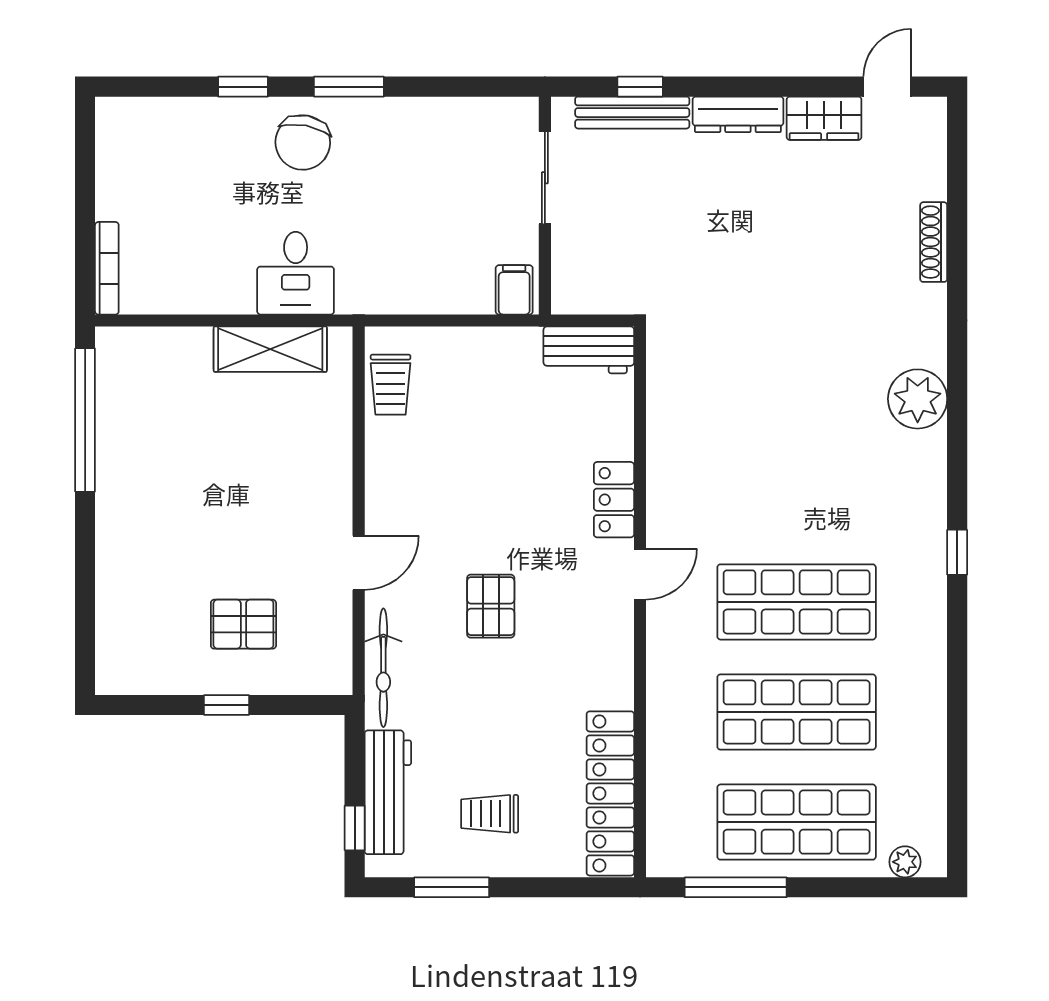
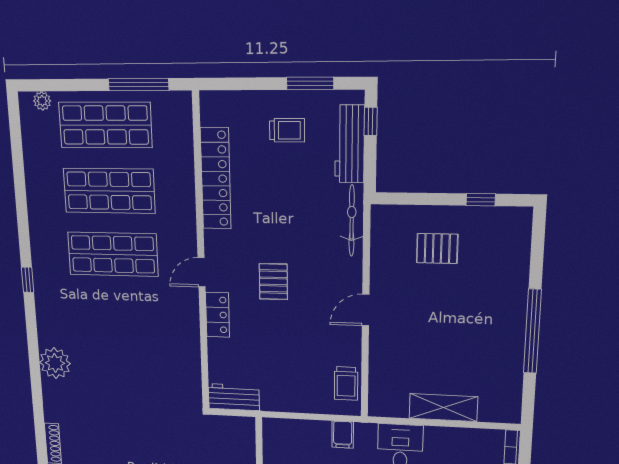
filing cabinet: (514, 290) -> (343, 435), moved
shelving: (270, 349) -> (443, 408), moved
trolley: (391, 385) -> (346, 383), turned 180
window: (85, 420) -> (532, 331), moved
door: (359, 563) -> (366, 310), moved
pallet: (491, 606) -> (273, 282), moved
window: (227, 705) -> (481, 200), moved
locker: (610, 793) -> (216, 179), moved

